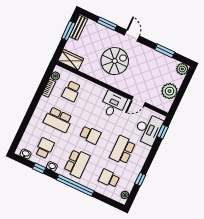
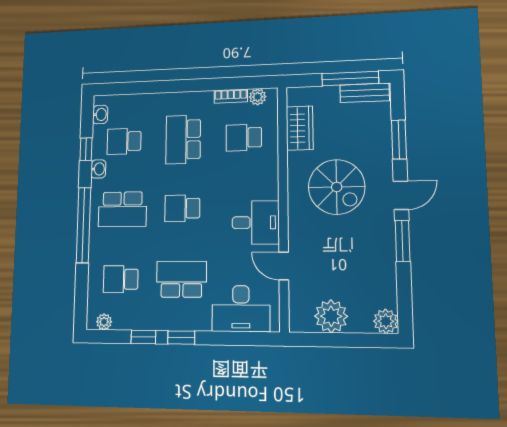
window: (68, 31) -> (350, 78), width x1.44
window: (165, 51) -> (402, 241), moved
wardrobe: (71, 60) -> (300, 128), moved
window: (163, 132) -> (181, 338), moved
school desk: (90, 135) -> (182, 208), turned 90
school desk: (45, 148) -> (124, 141), turned 180
school desk: (109, 178) -> (121, 279), turned -90

